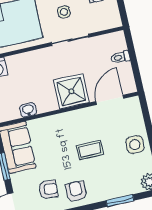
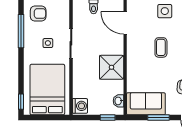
shower: (71, 91) -> (112, 67), moved
washbasin: (28, 110) -> (118, 101), moved

